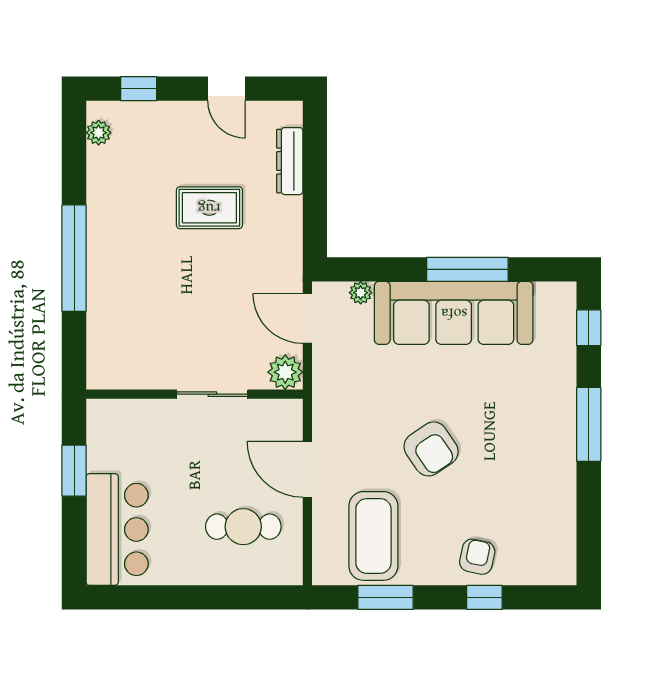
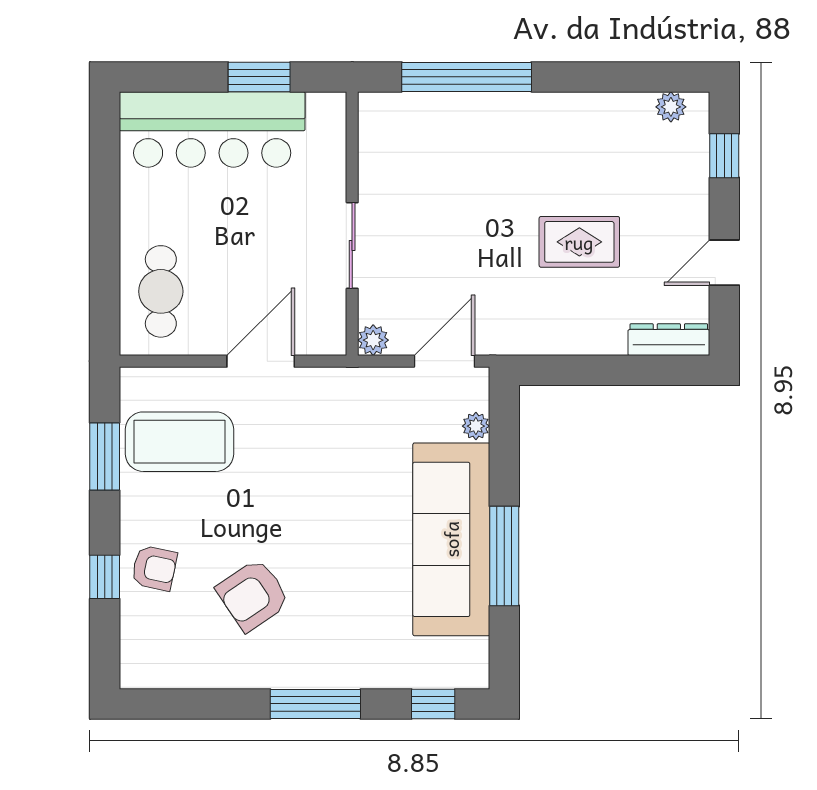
dresser: (290, 161) -> (669, 340), moved
rug: (209, 208) -> (579, 242), turned 90
window: (74, 258) -> (467, 77), moved
plant: (285, 372) -> (373, 340), width x0.73, depth x0.73
armchair: (431, 449) -> (253, 595), moved
cafe table: (243, 527) -> (161, 291), moved
bar counter: (117, 529) -> (212, 129), width x1.36

